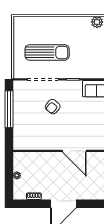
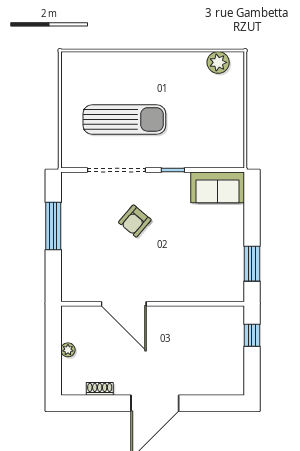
window: (9, 109) -> (53, 226), width x0.68
door: (74, 151) -> (124, 304), moved

